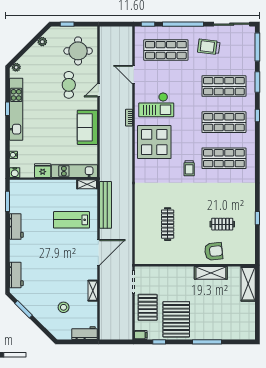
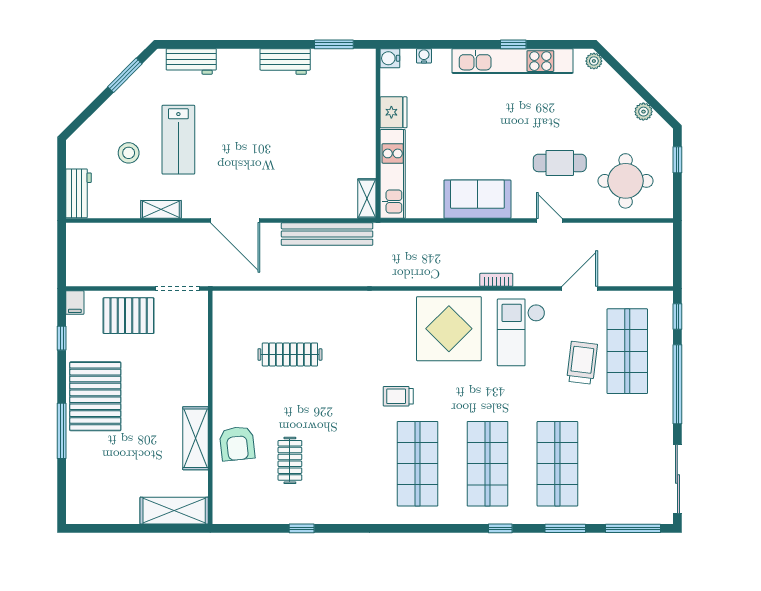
trolley: (209, 47) -> (582, 363), moved
lab bench: (71, 220) -> (178, 140), moved, turned 180
pallet: (176, 319) -> (95, 396), moved, turned 90

